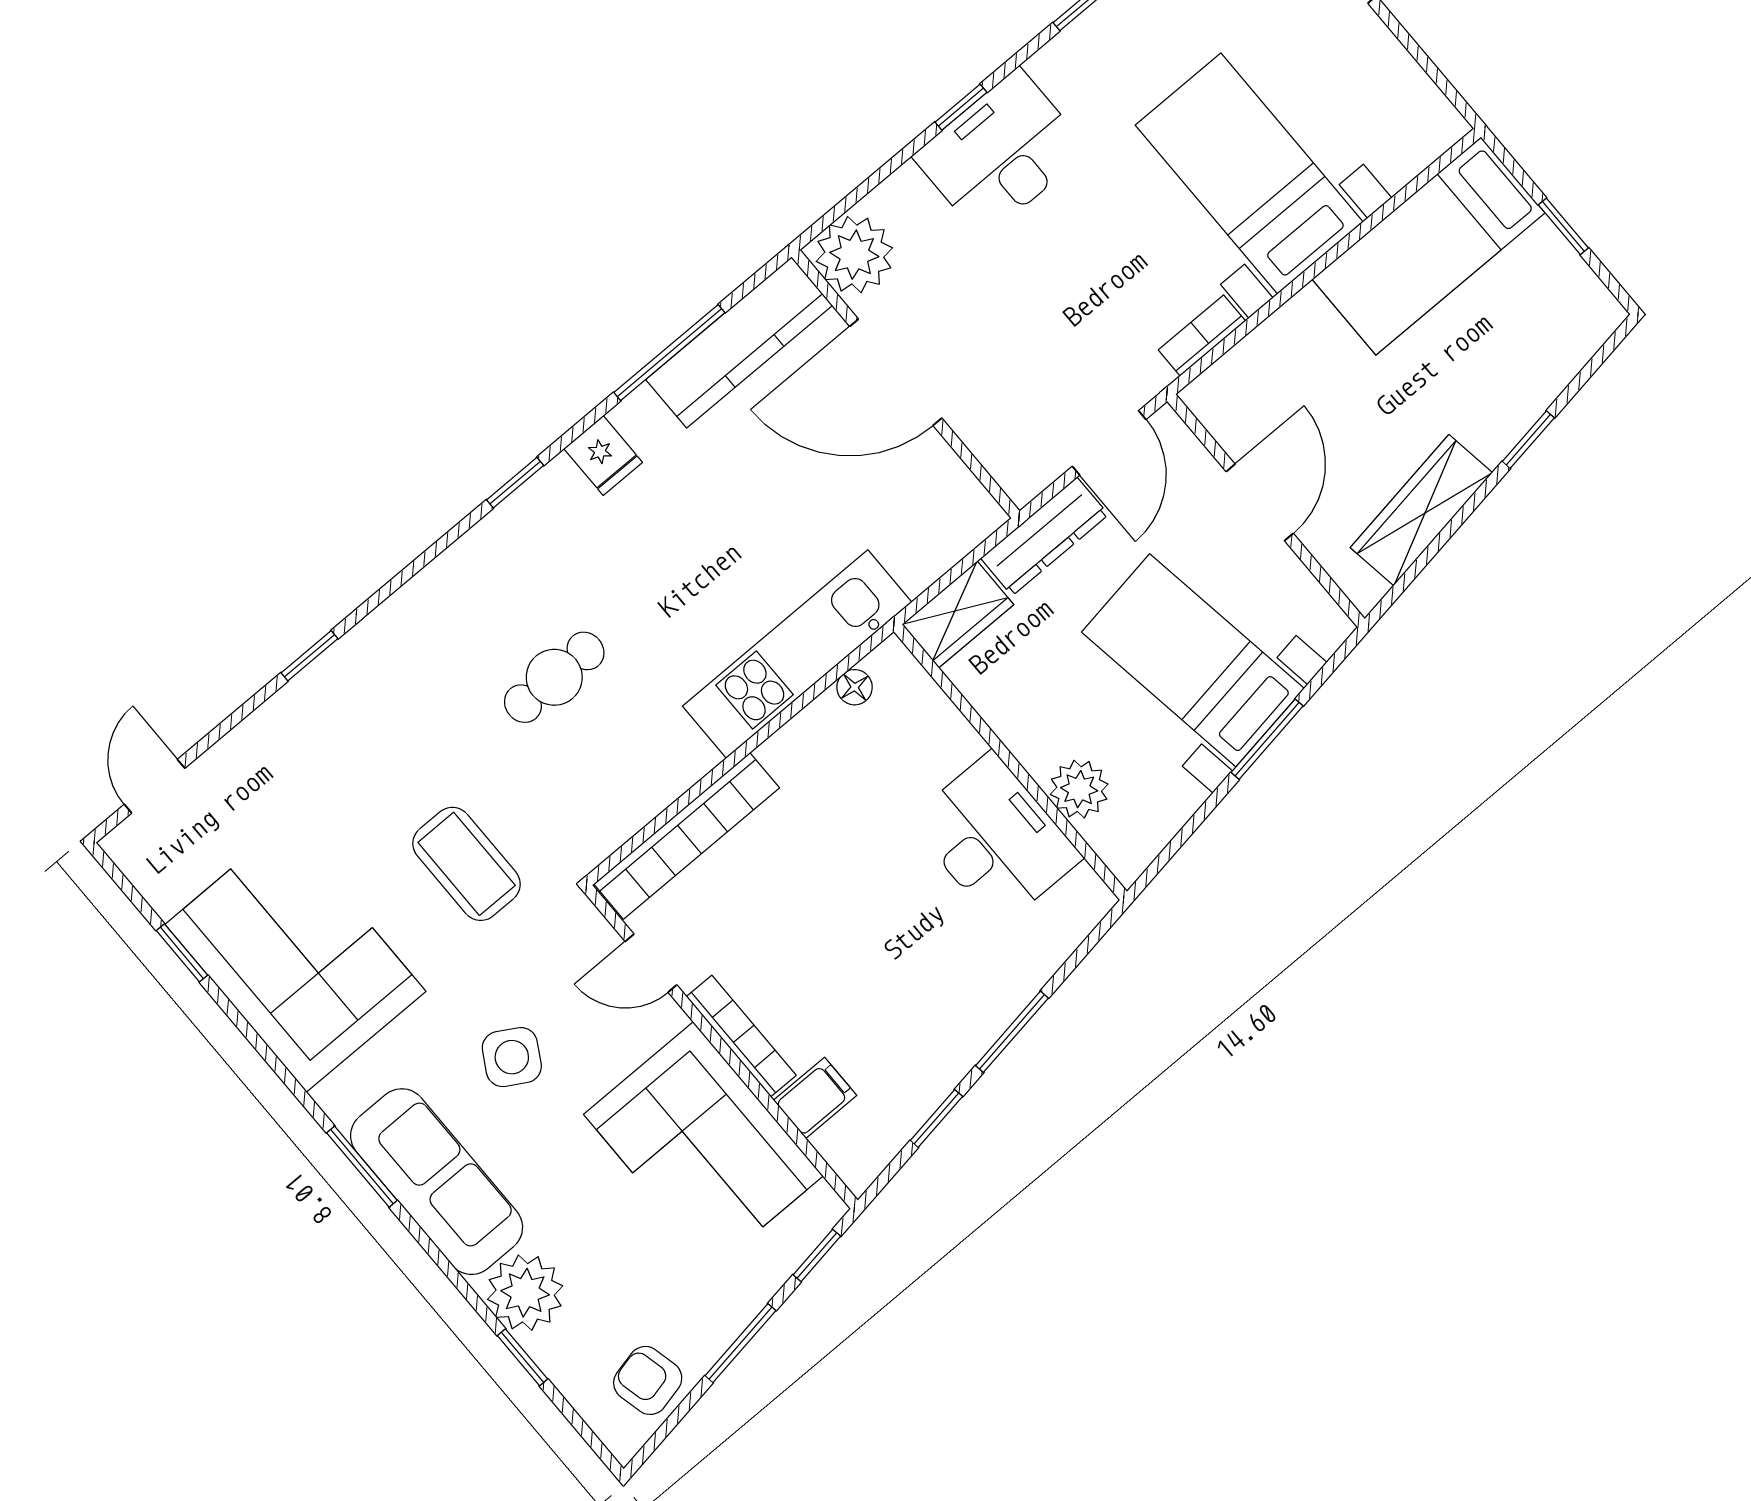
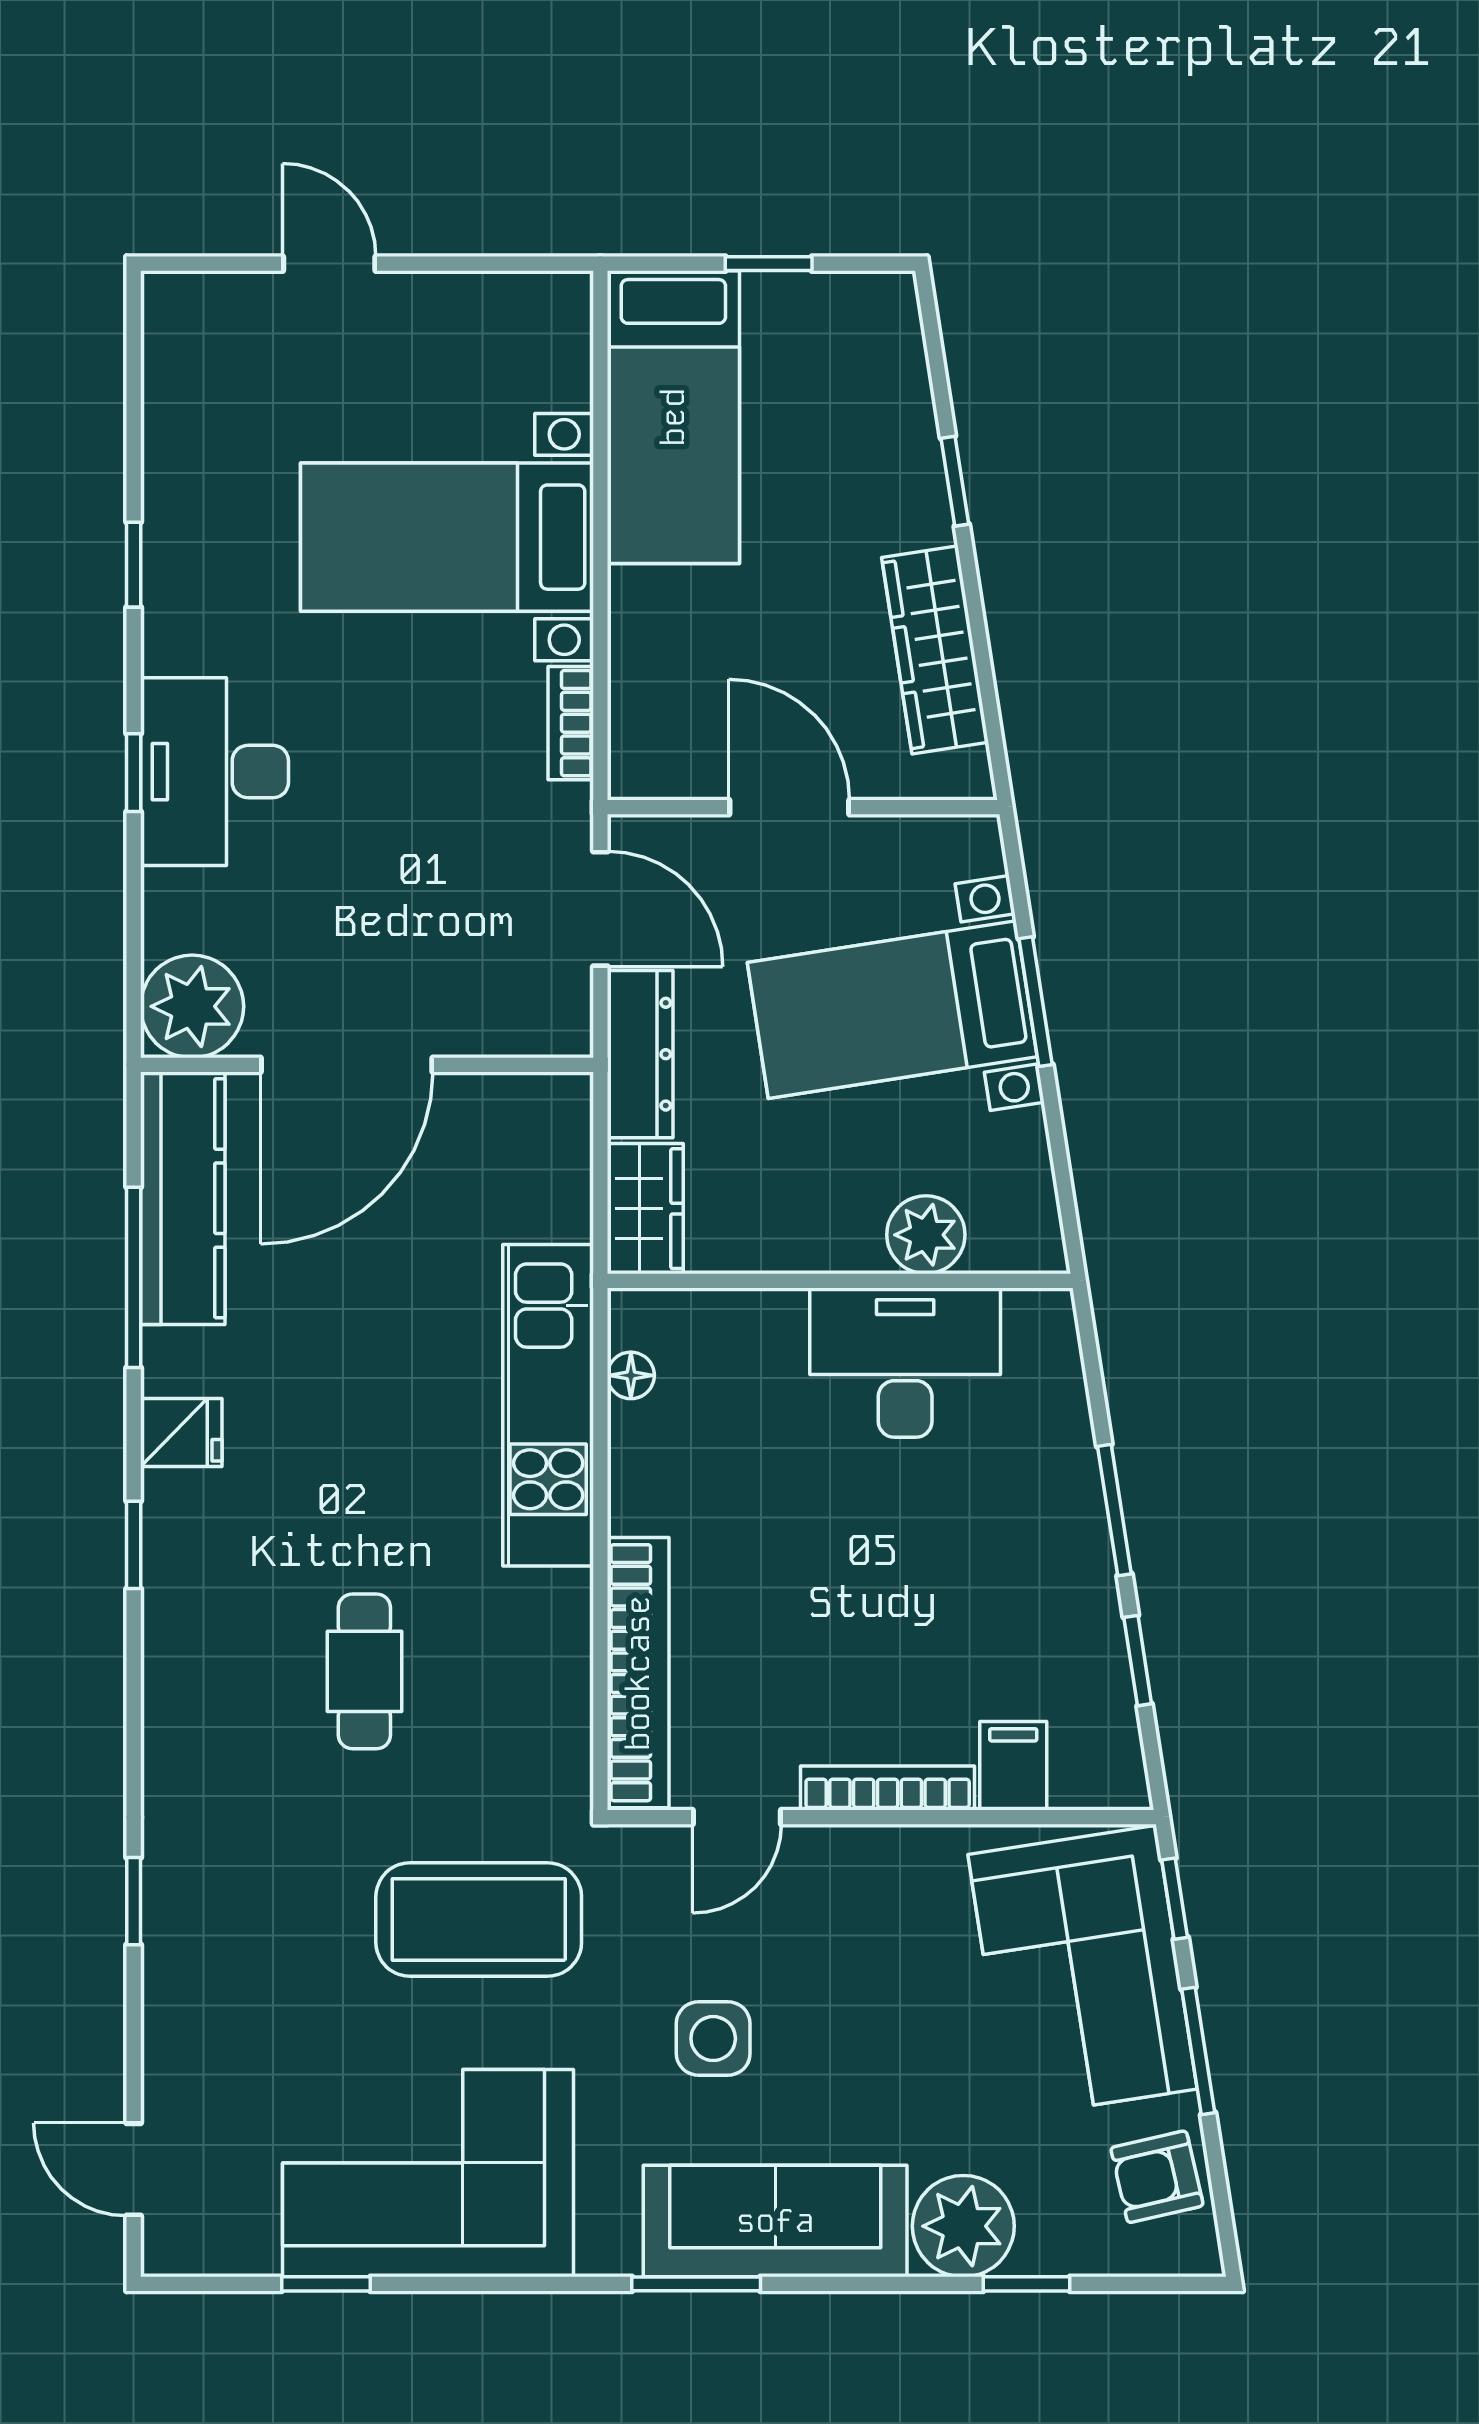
coffee table: (467, 864) -> (479, 1920), width x1.36, depth x1.32
side table: (512, 1057) -> (713, 2039), turned -30
corner sofa: (703, 1145) -> (1082, 1972), moved, turned 81

